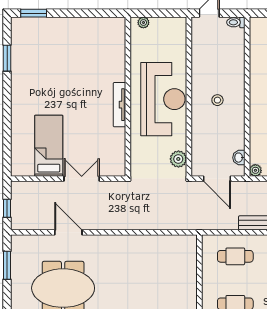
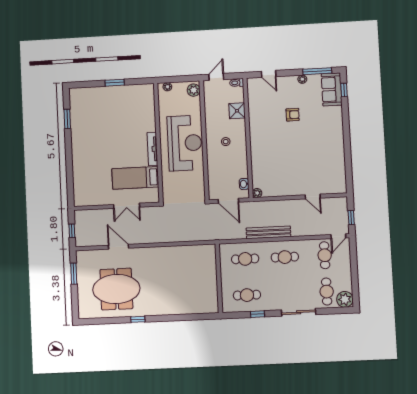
window: (34, 13) -> (115, 83), moved
shower: (235, 60) -> (237, 111), added
bed: (49, 146) -> (135, 178), moved, turned -90
plant: (178, 159) -> (194, 90), moved
double door: (82, 179) -> (127, 206), swing flipped

